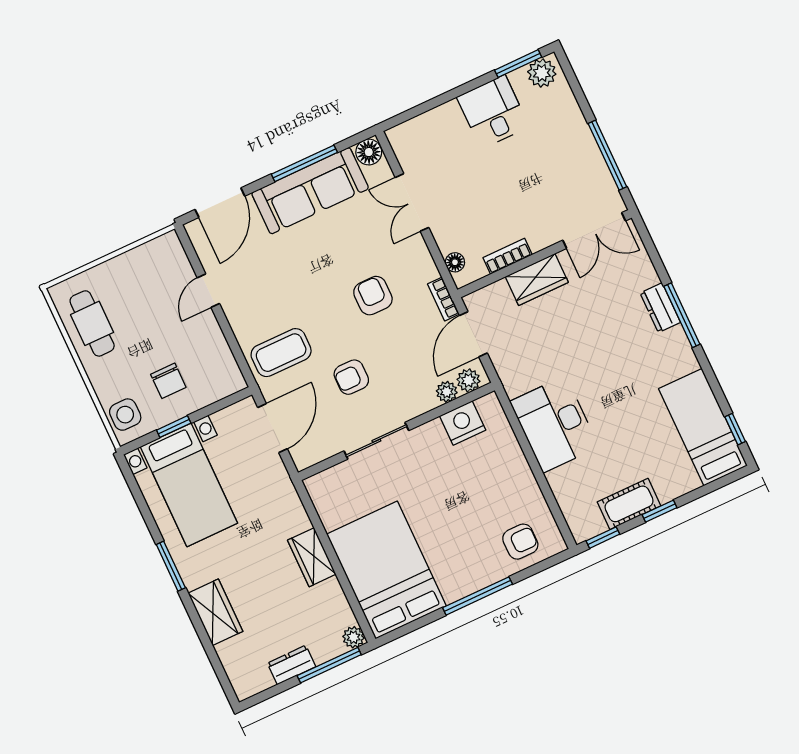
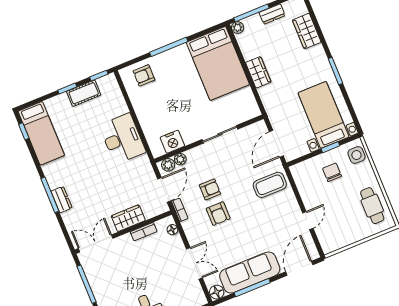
armchair: (351, 377) -> (210, 189), moved
wardrobe: (215, 612) -> (307, 31), moved

